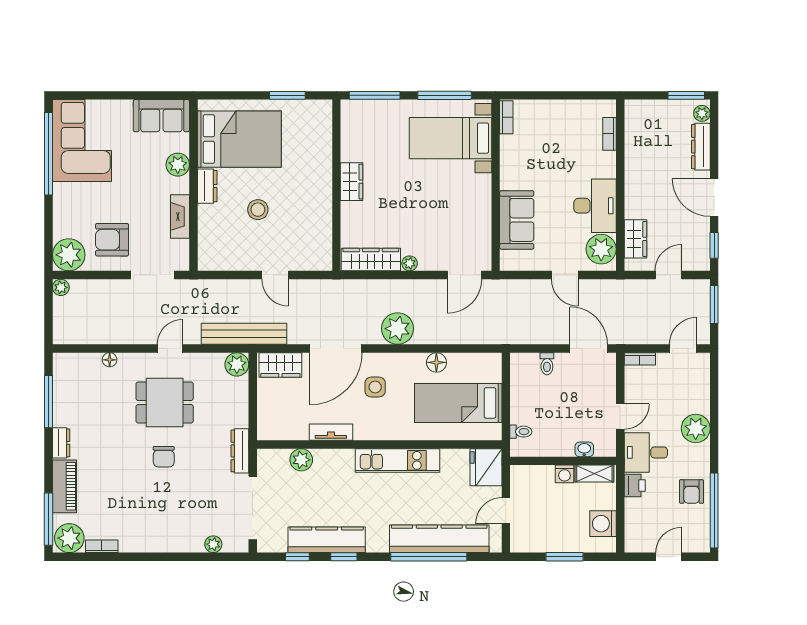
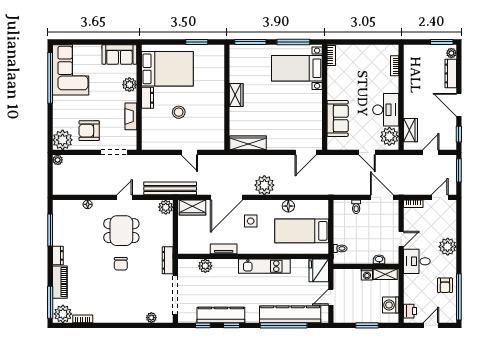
plant: (410, 263) -> (272, 145), removed
printer: (635, 485) -> (410, 311), moved

